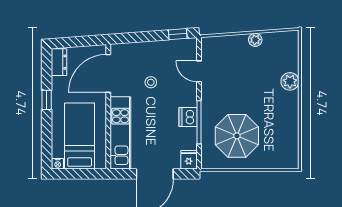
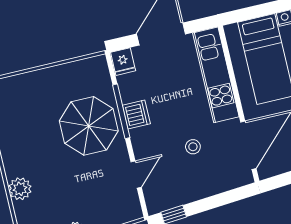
door: (199, 71) -> (136, 175), hinge flipped
parasol: (237, 136) -> (89, 126), moved

